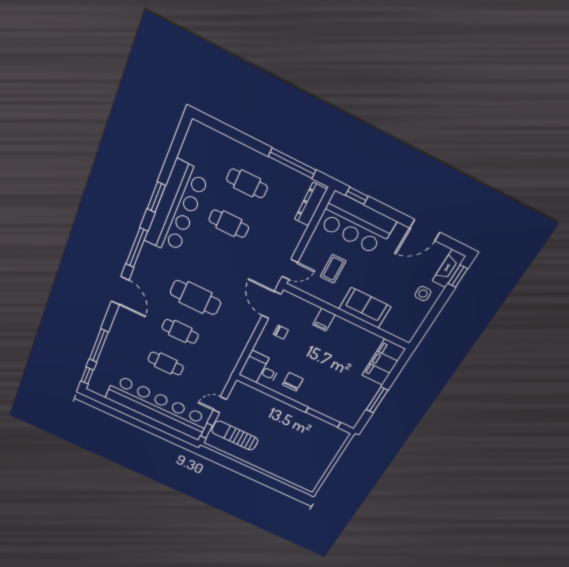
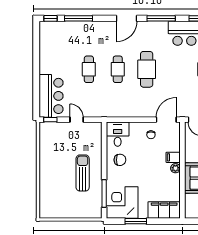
plant: (339, 324) -> (175, 168), added
corner desk: (345, 404) -> (122, 203), added
bar counter: (158, 407) -> (51, 96), width x0.54
sun lounger: (235, 436) -> (83, 173), moved

